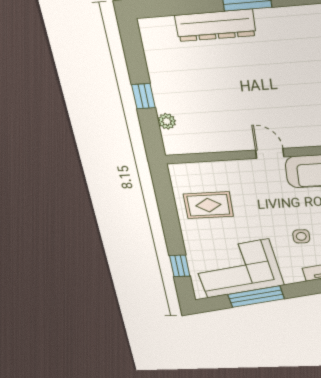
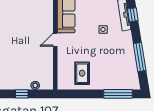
window: (180, 266) -> (118, 94), width x2.17
corner sofa: (237, 269) -> (121, 64), removed

